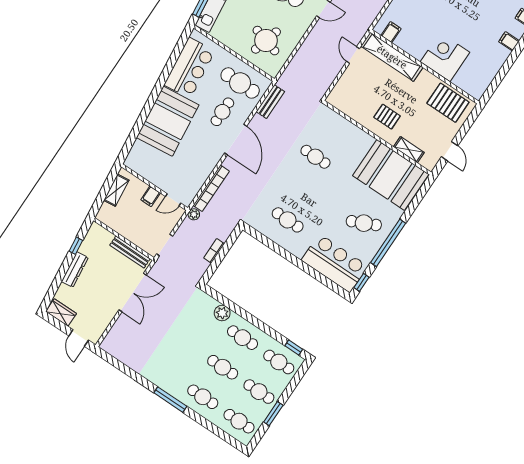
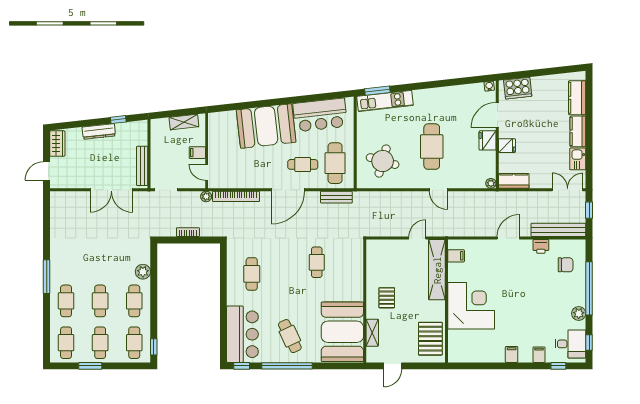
corner desk: (445, 57) -> (471, 306), width x1.36, depth x1.36

